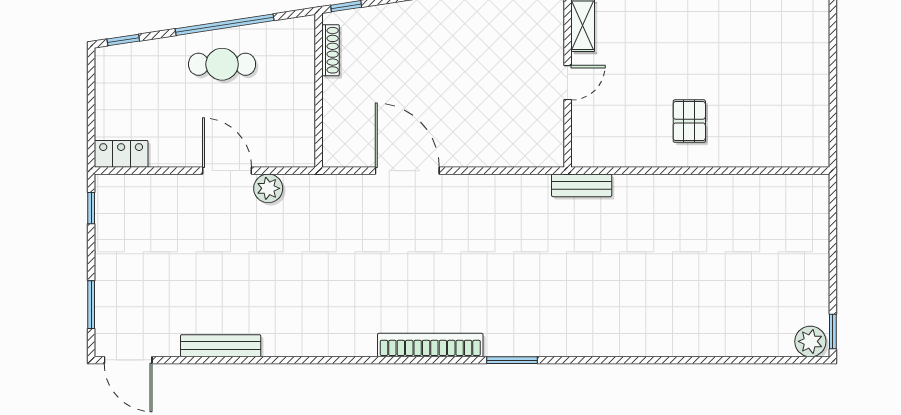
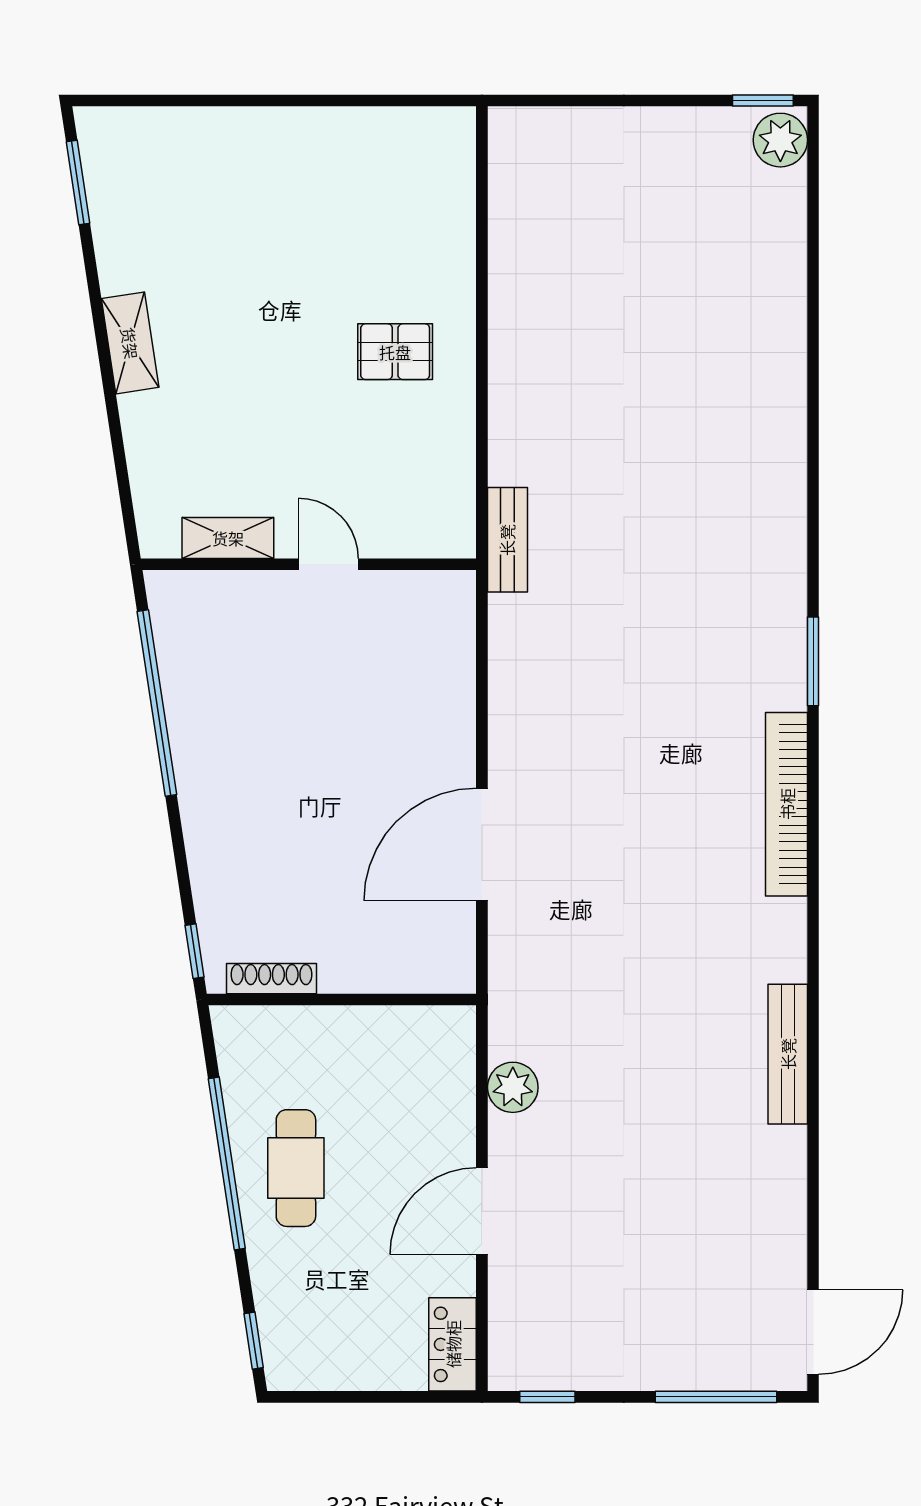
door: (227, 171) -> (482, 1211), moved
window: (91, 305) -> (716, 1397), width x1.44
bench: (221, 346) -> (788, 1054), moved

